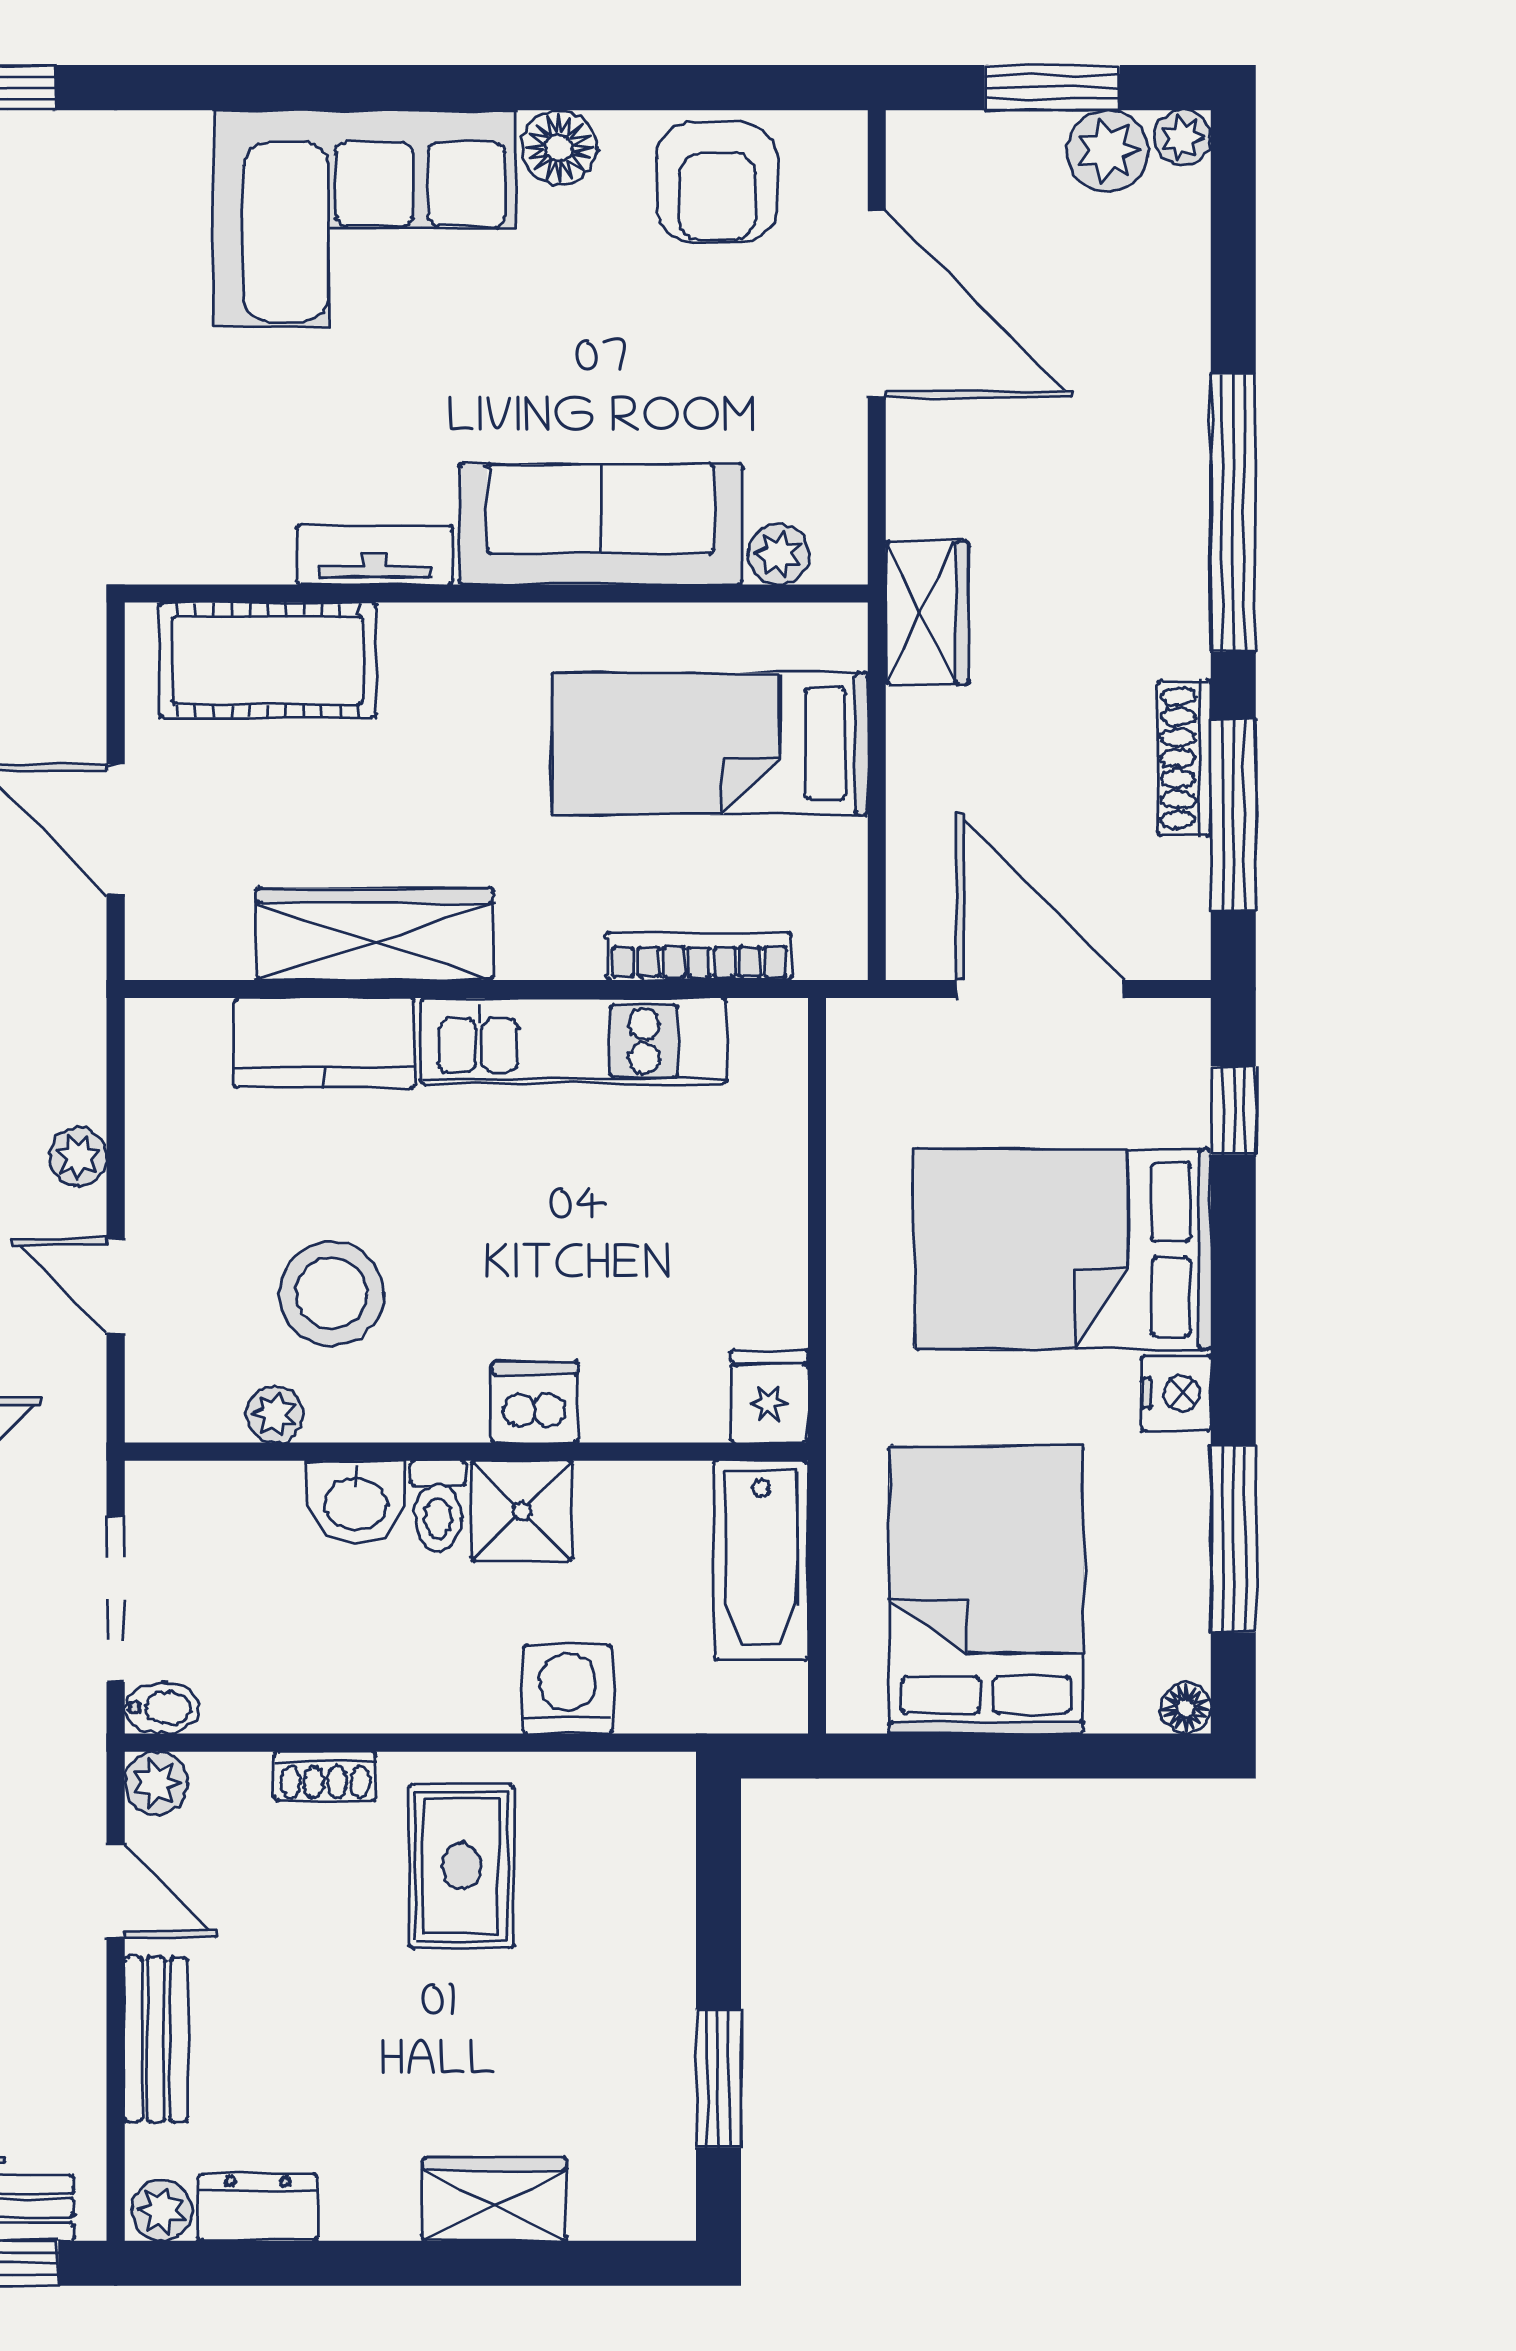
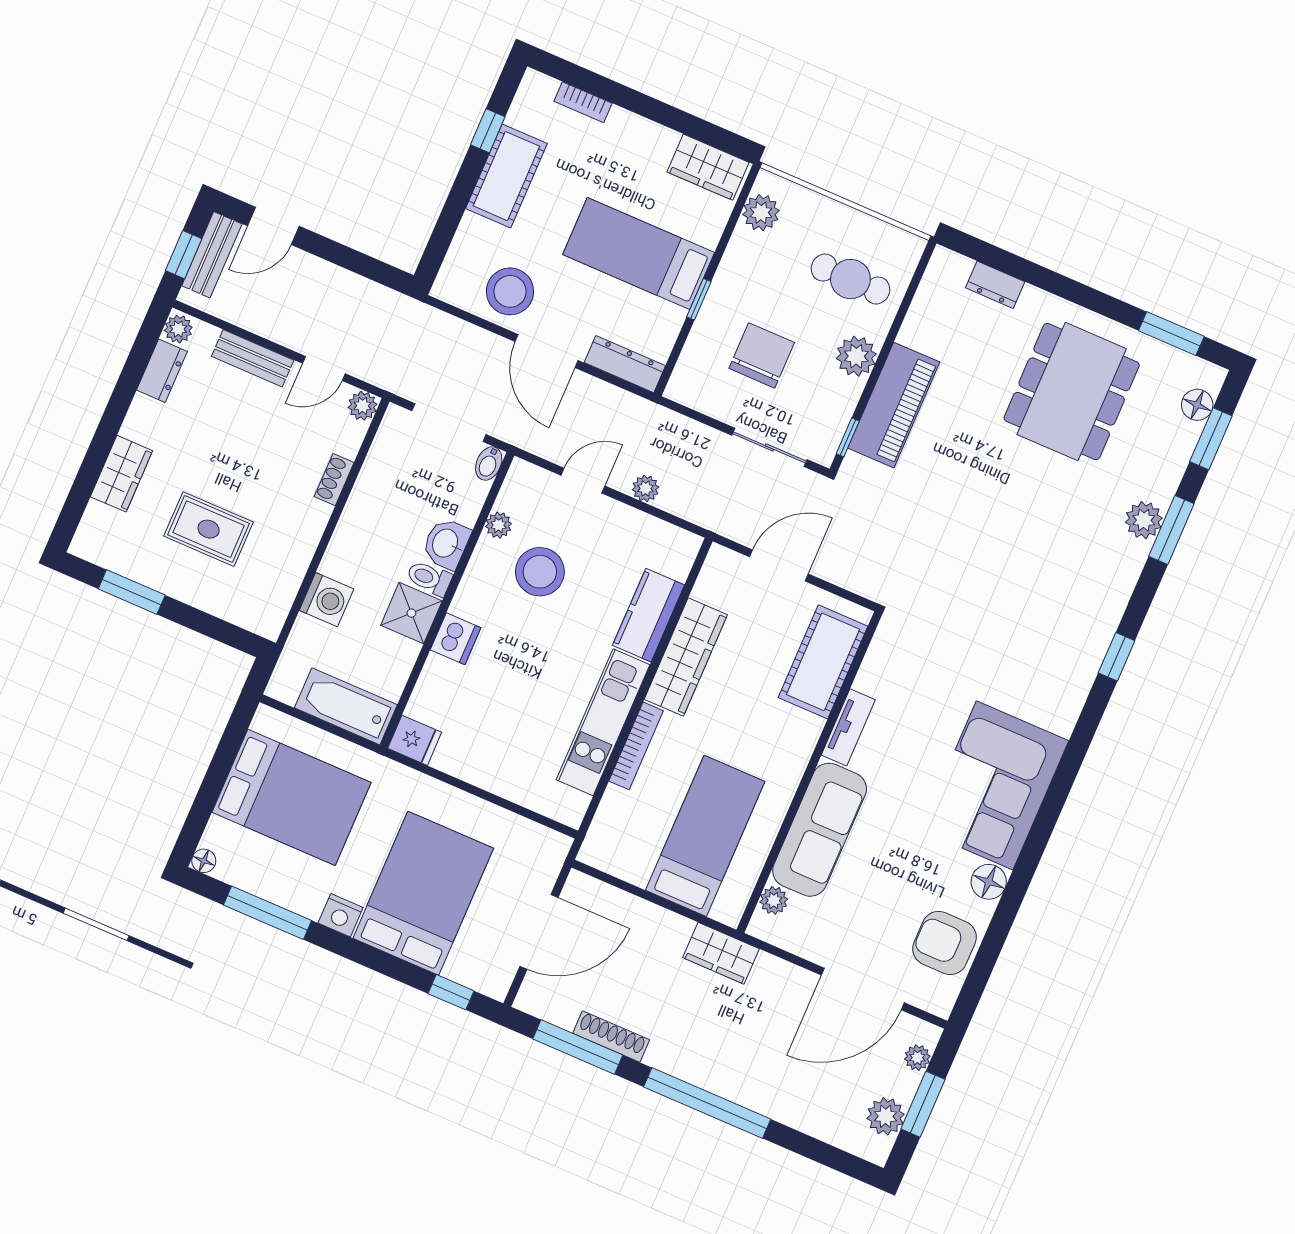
plant: (1182, 138) -> (917, 1058), moved
bookcase: (699, 956) -> (636, 746), moved
bidet: (162, 1708) -> (489, 464), moved
rug: (461, 1866) -> (209, 529), moved

